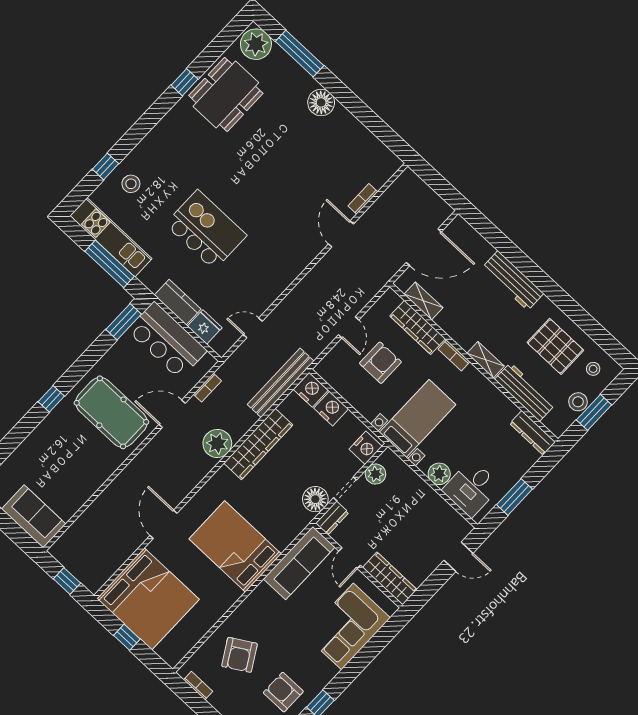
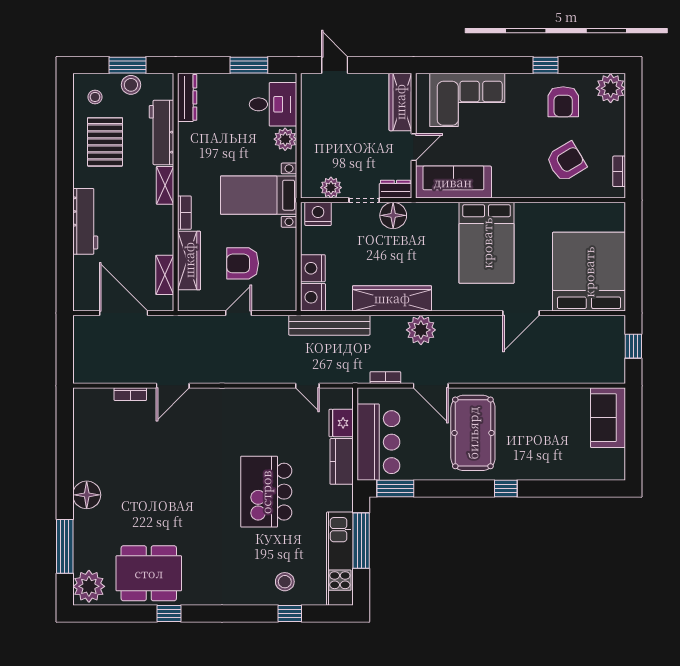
window: (127, 637) -> (633, 260), removed

